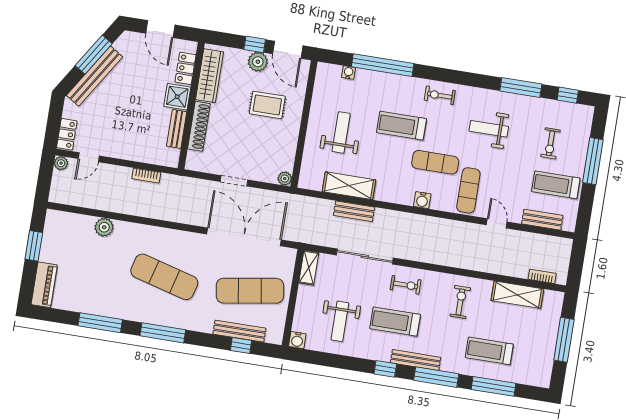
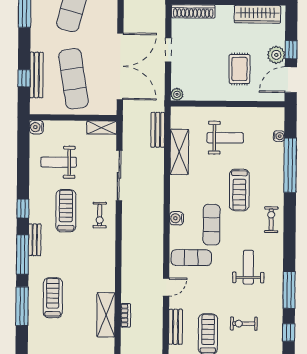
shoe rack: (199, 126) -> (193, 11), moved
treadmill: (401, 126) -> (239, 190), turned 180
bench: (354, 211) -> (158, 130), moved
bookcase: (542, 276) -> (126, 315), moved
exercise bike: (460, 302) -> (92, 266), removed
bench: (416, 360) -> (35, 240), width x0.73

